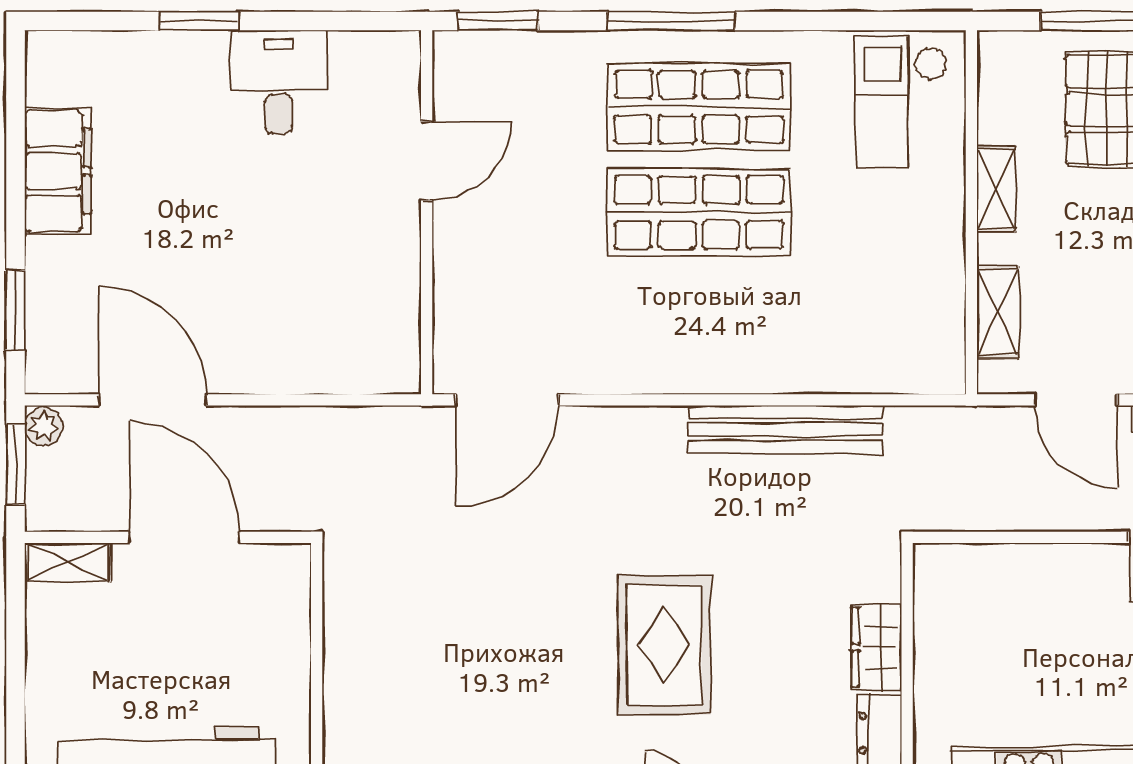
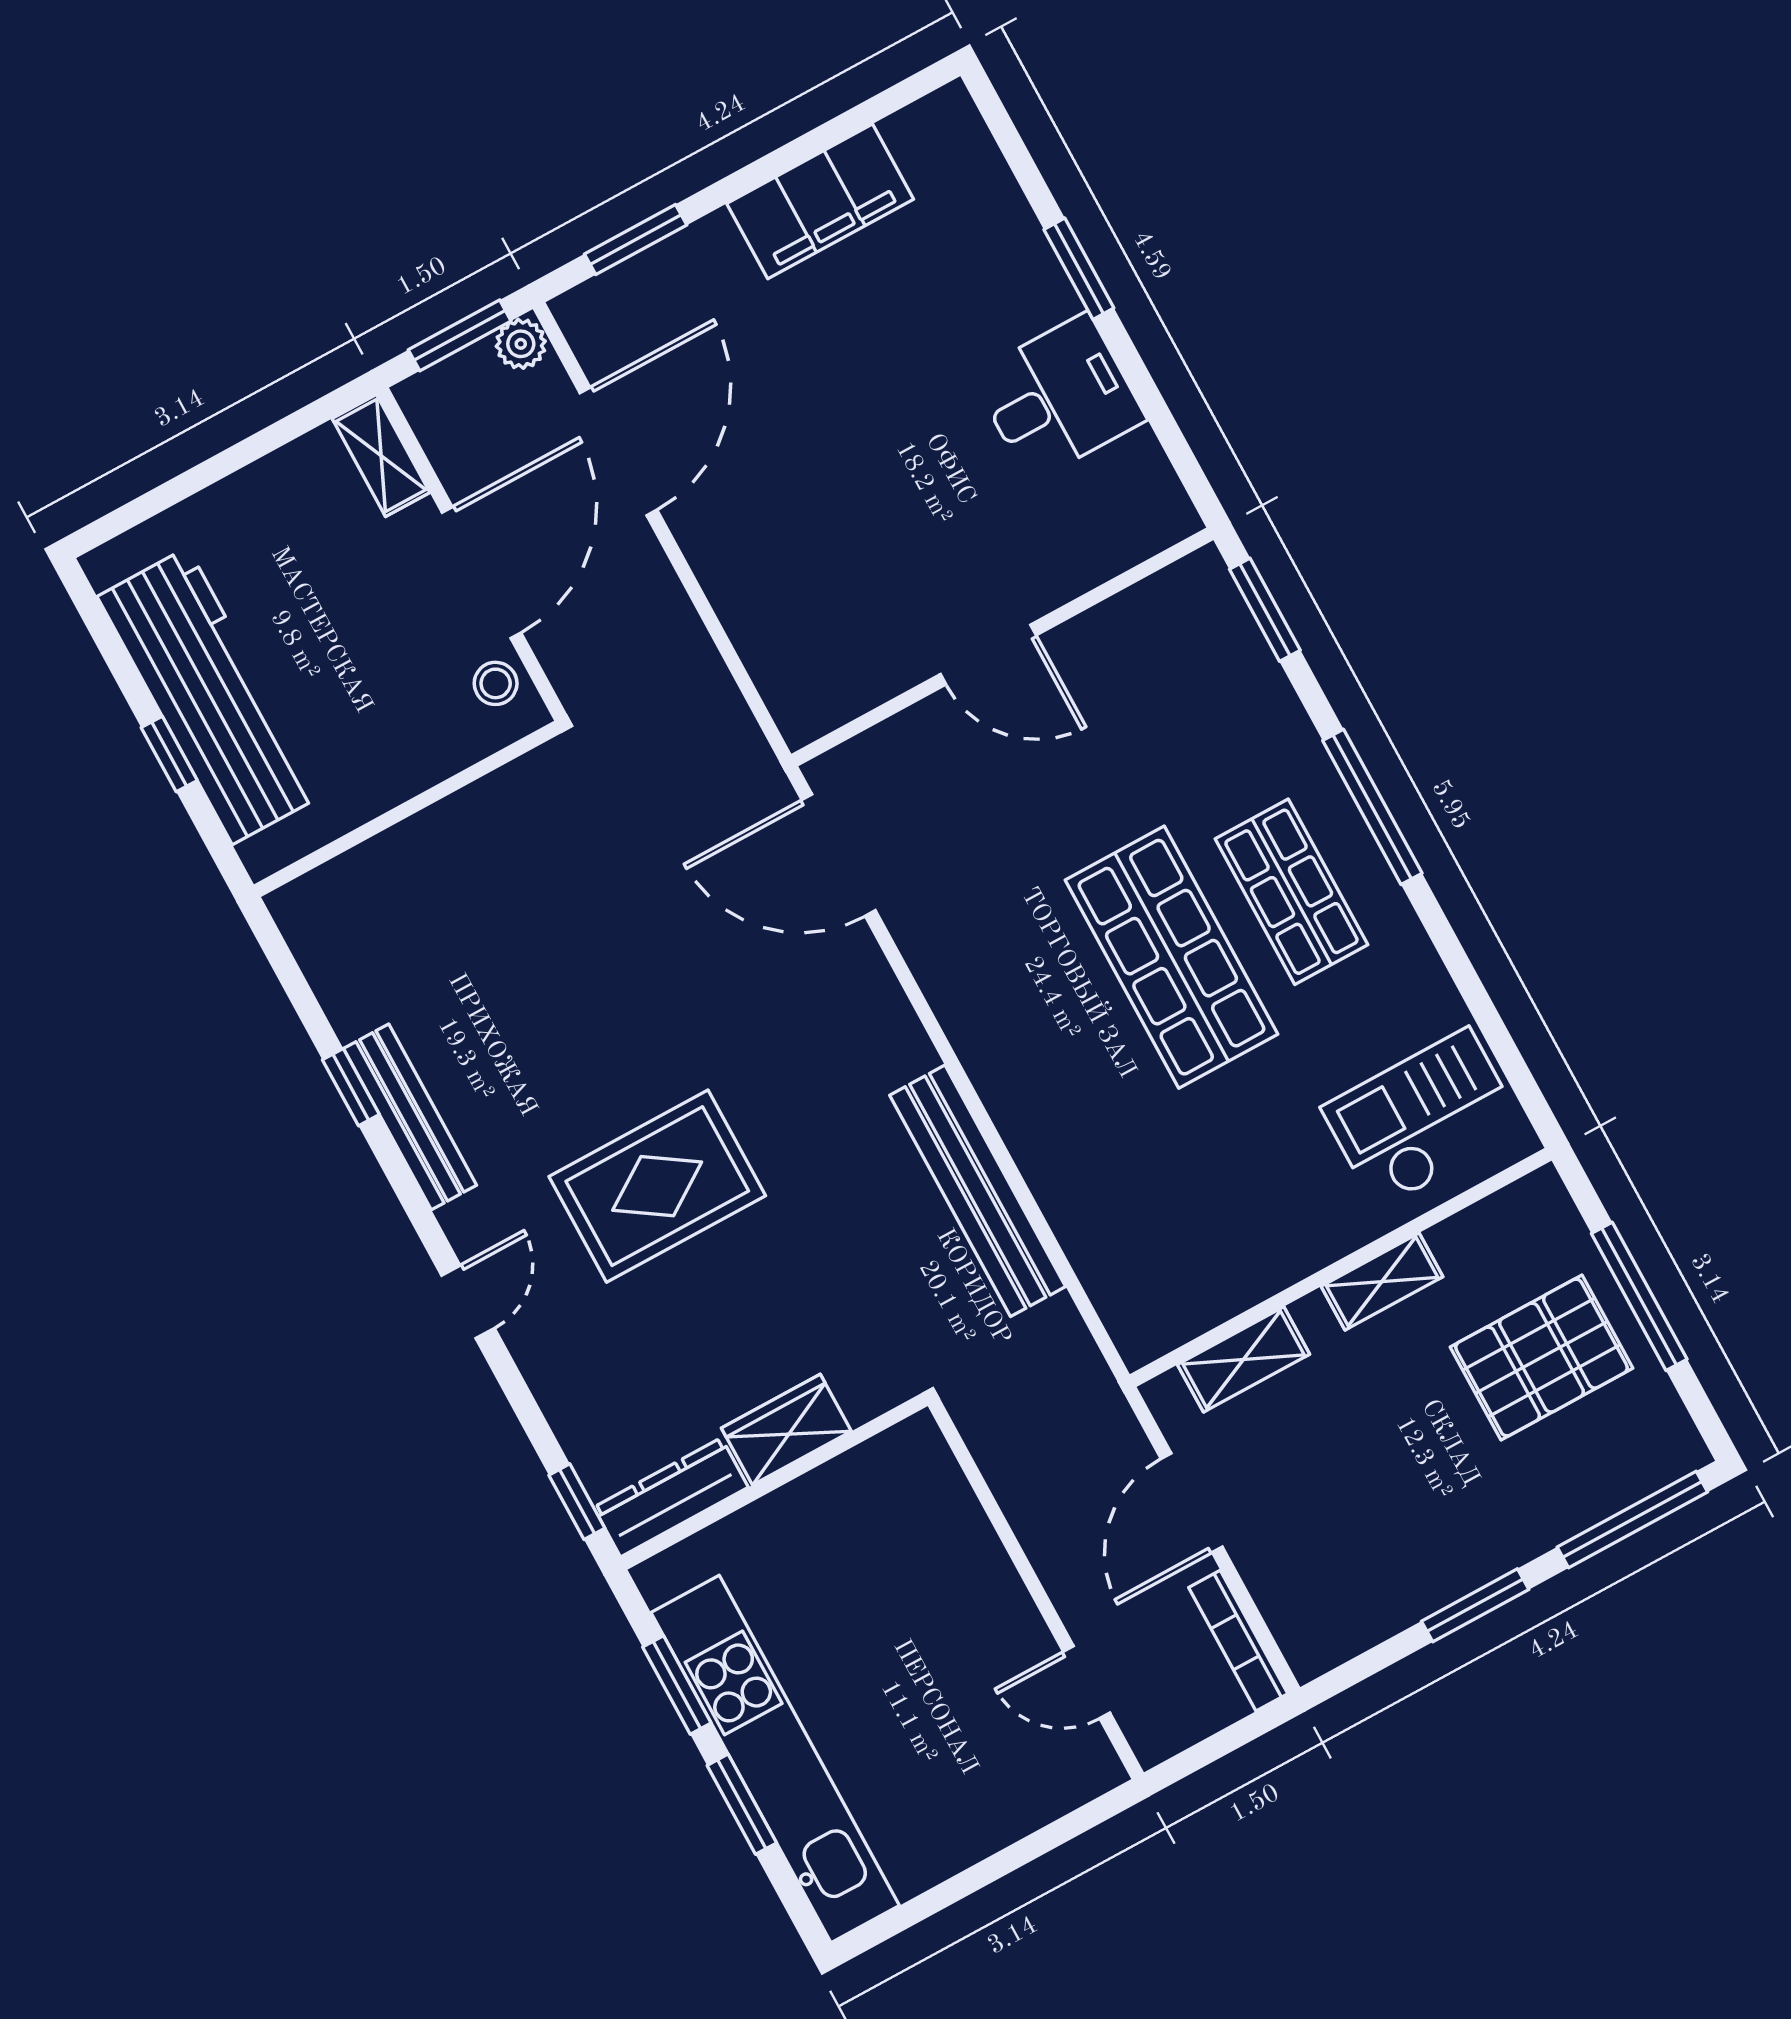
shop shelf: (699, 107) -> (1291, 892), width x0.70, depth x0.74
door: (427, 161) -> (988, 655), moved
stool: (264, 569) -> (496, 683), added

